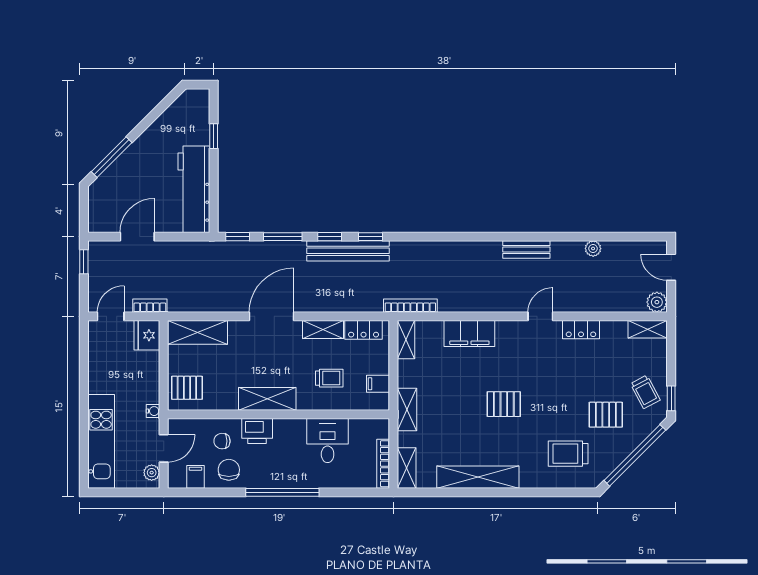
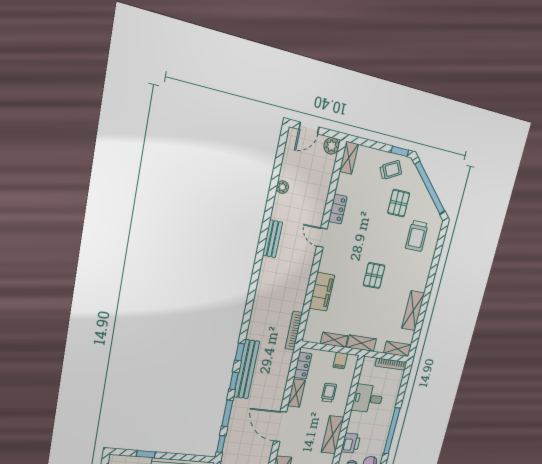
shelving: (406, 340) -> (334, 340), moved
shelving: (478, 477) -> (413, 311), width x0.68

